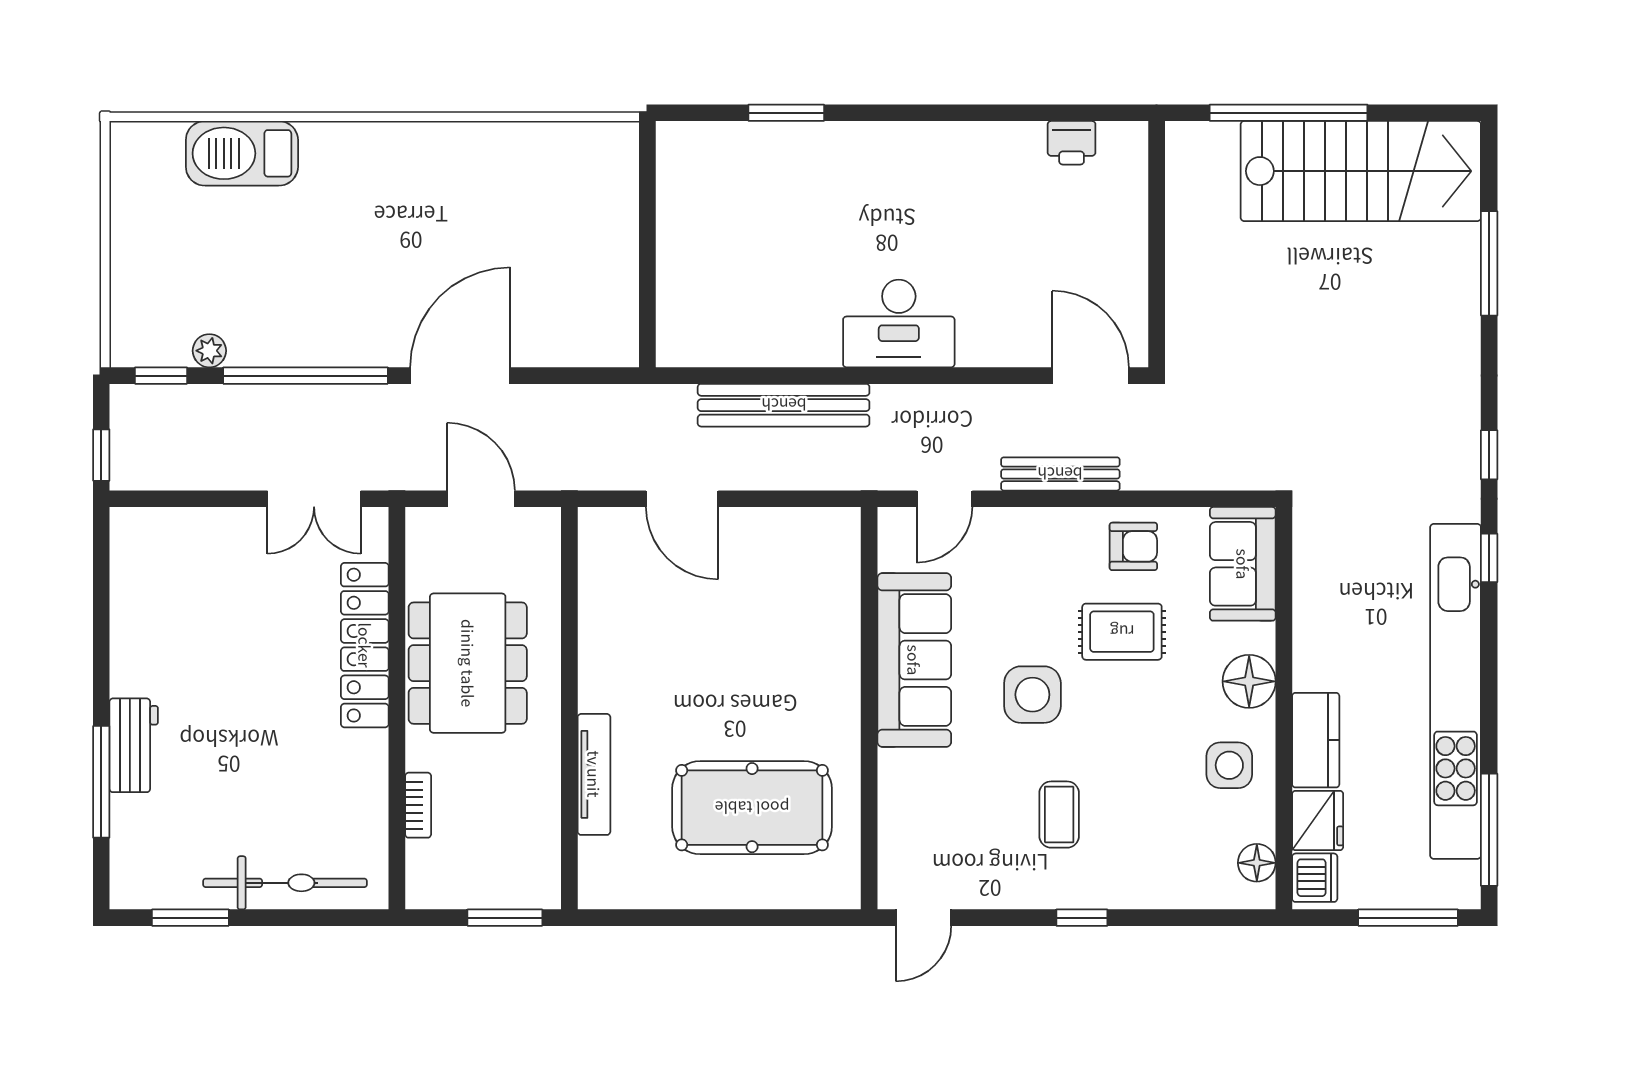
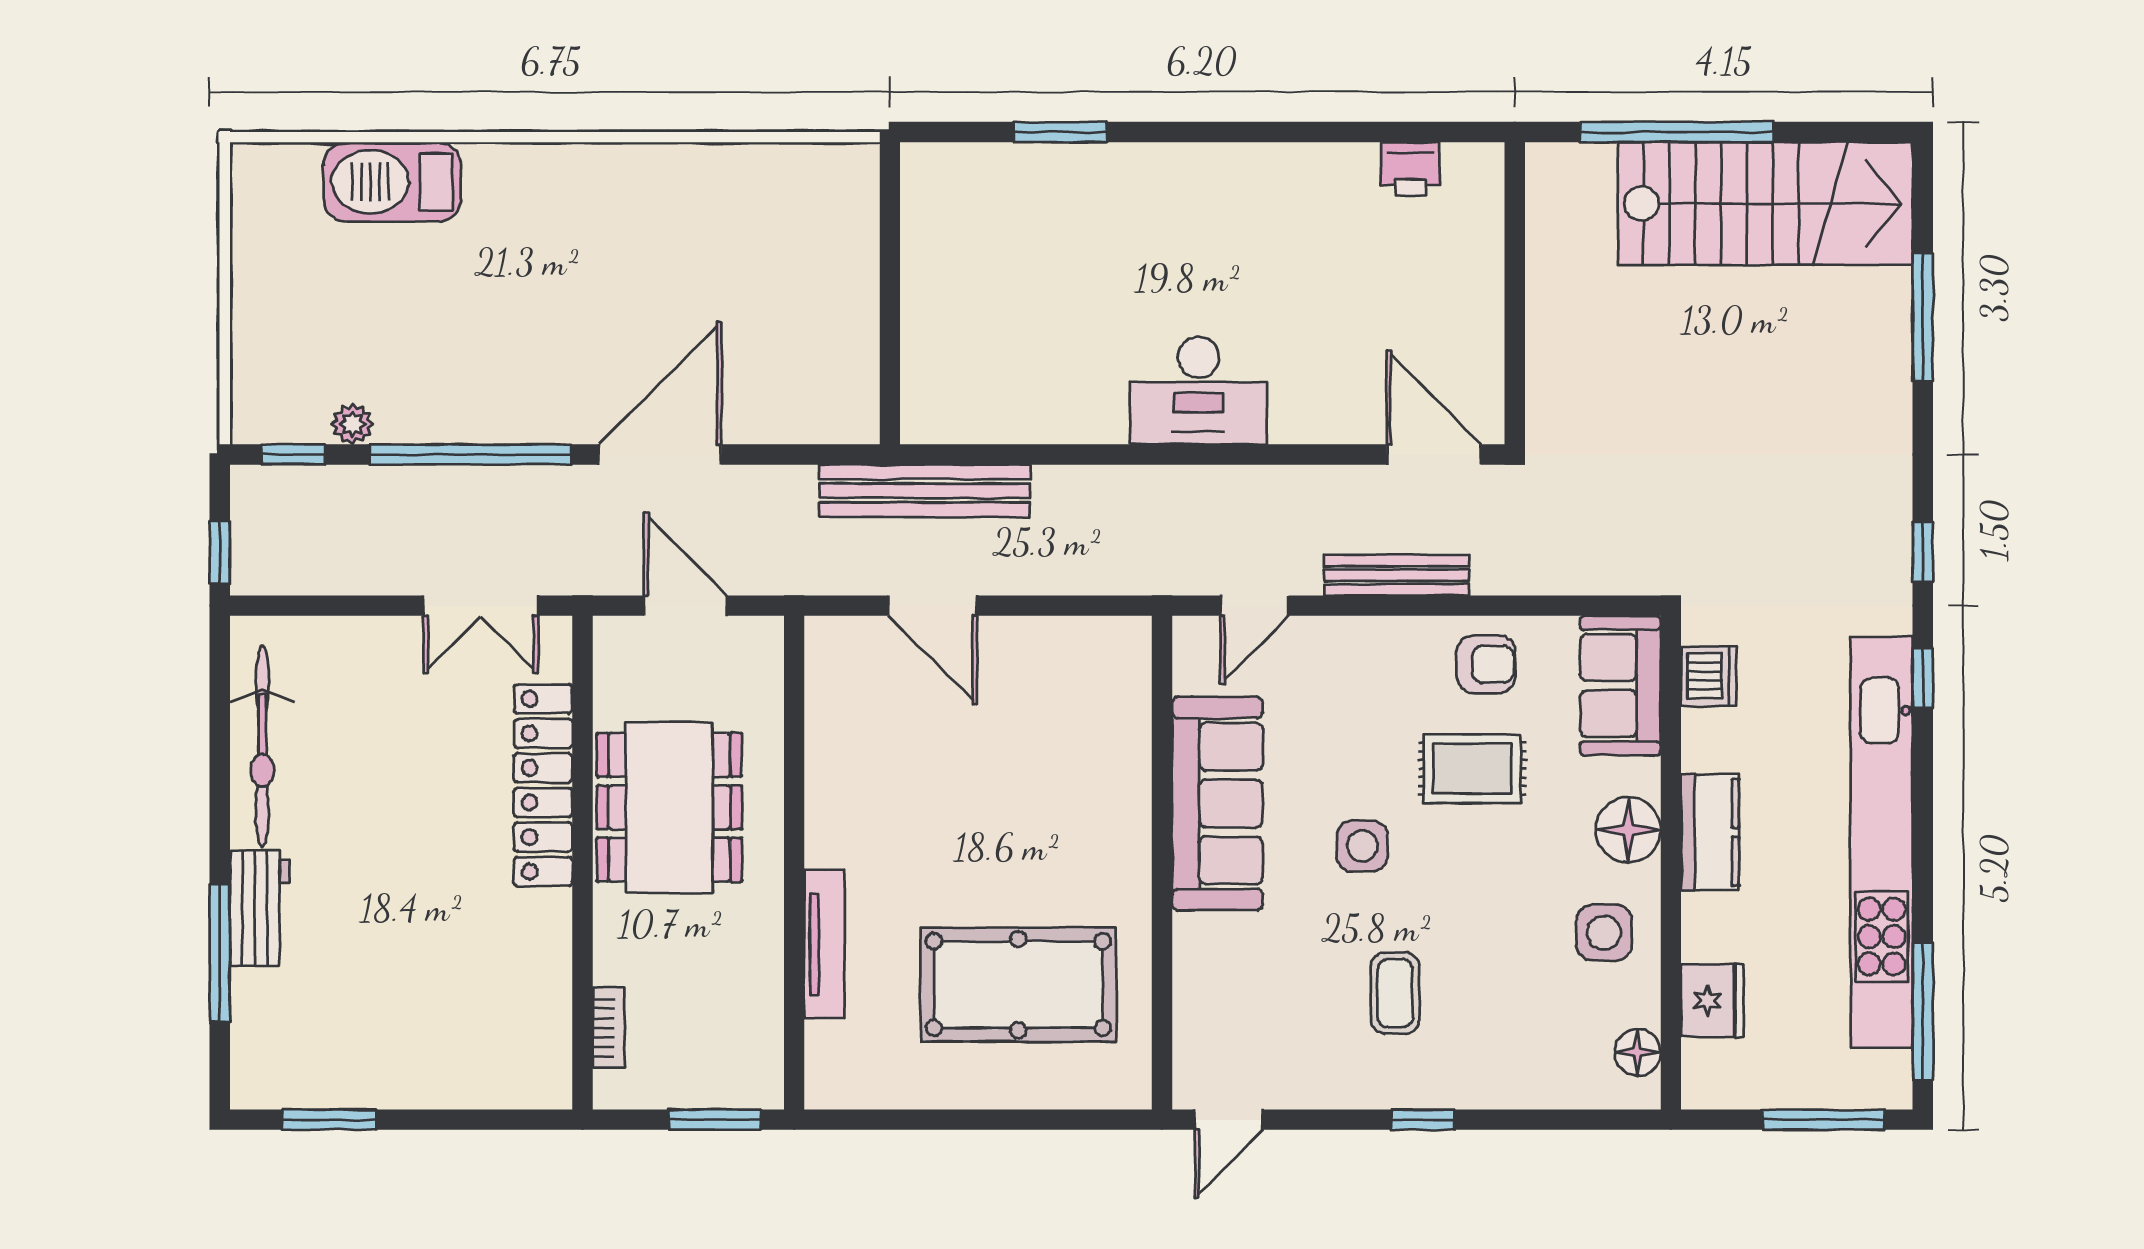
bench: (784, 405) -> (925, 491), moved
side table: (1032, 695) -> (1362, 846), width x0.73, depth x0.73
kitchen counter: (1316, 740) -> (1710, 832), moved
bookcase: (418, 805) -> (609, 1028), moved
dishwasher: (1315, 878) -> (1709, 676), moved
bicycle: (285, 883) -> (262, 746), moved, turned 90

